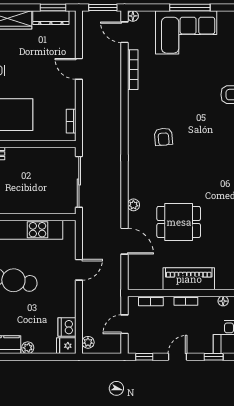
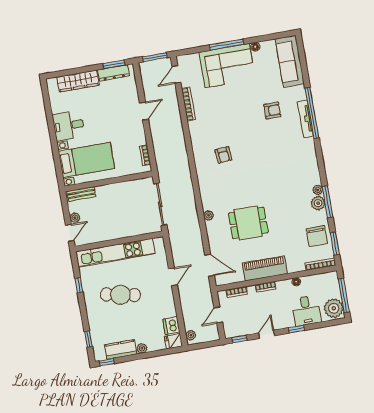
floor lamp: (133, 16) -> (255, 47), moved
door: (124, 32) -> (176, 74), hinge flipped
door: (79, 69) -> (144, 111), swing flipped
door: (124, 241) -> (210, 265), moved

